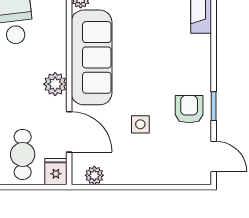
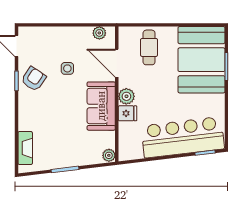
sofa: (92, 57) -> (101, 106), width x0.73
armchair: (189, 109) -> (34, 79), turned -146
fridge: (56, 172) -> (127, 113), moved, turned -90

